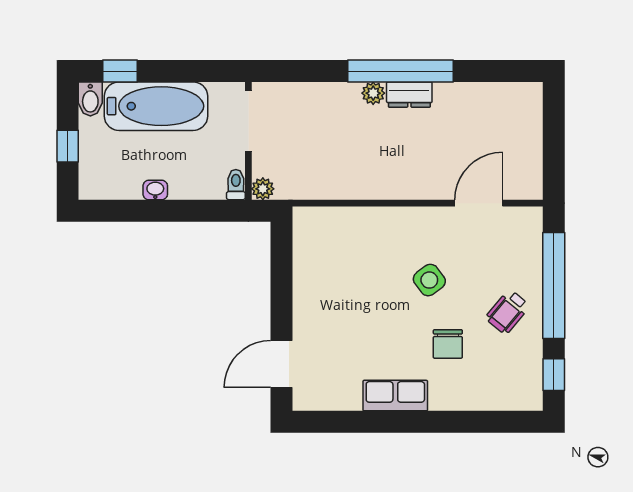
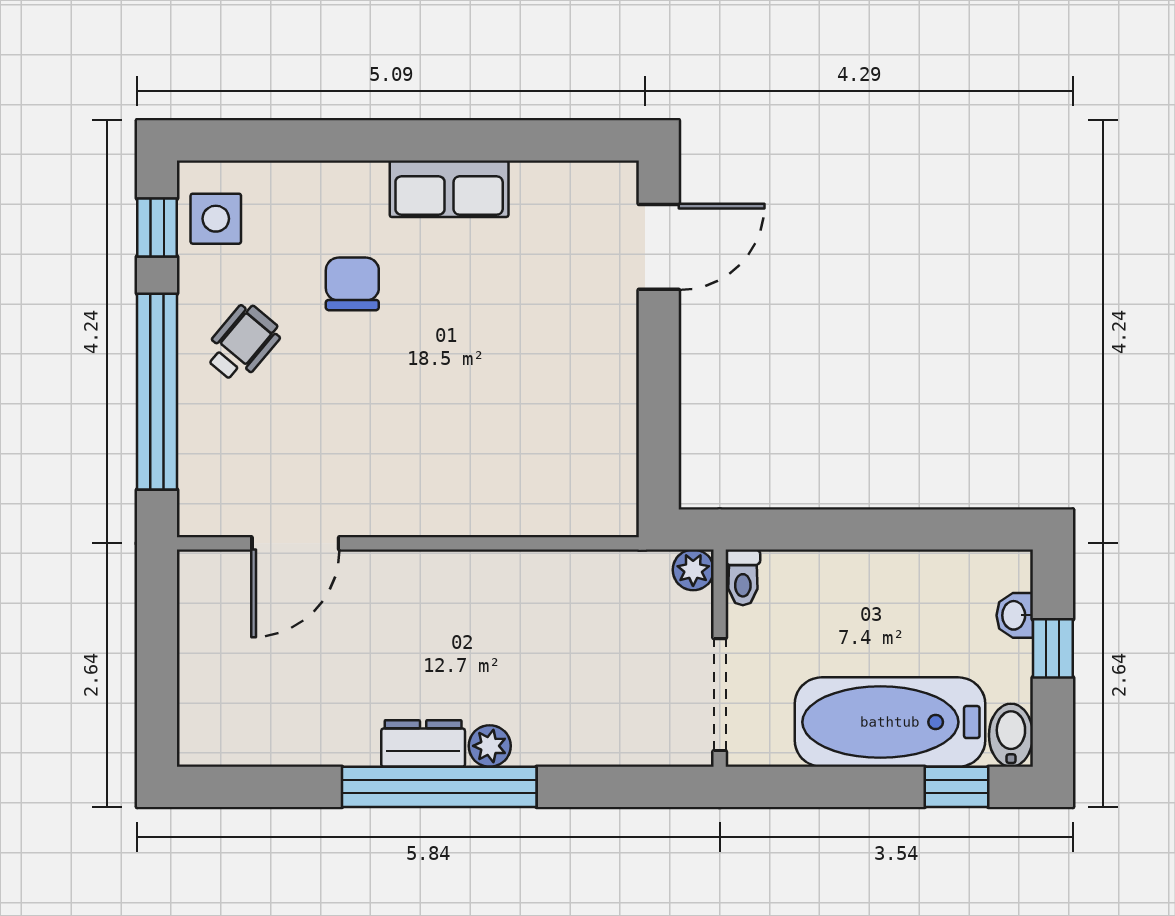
washbasin: (155, 190) -> (1015, 615), moved, turned 90
side table: (429, 280) -> (216, 219), moved, turned 37

